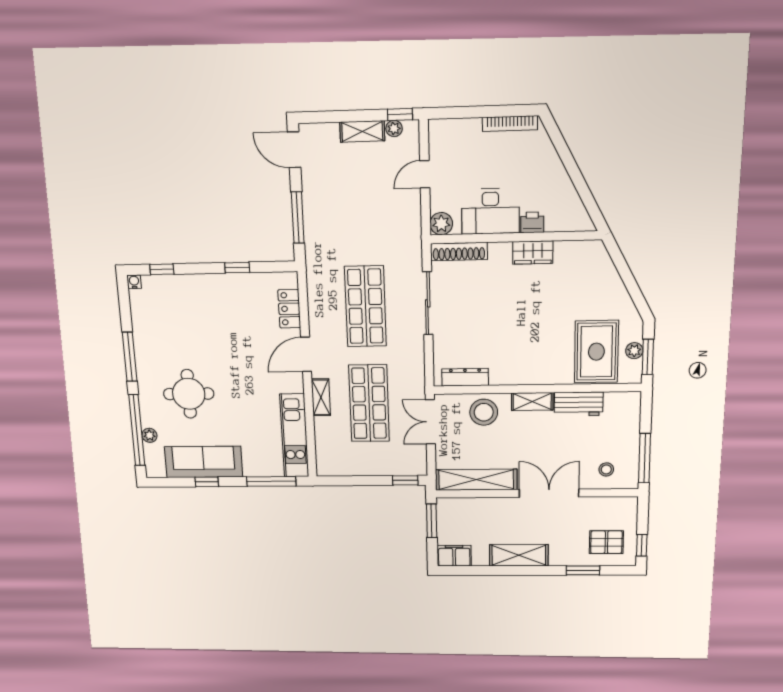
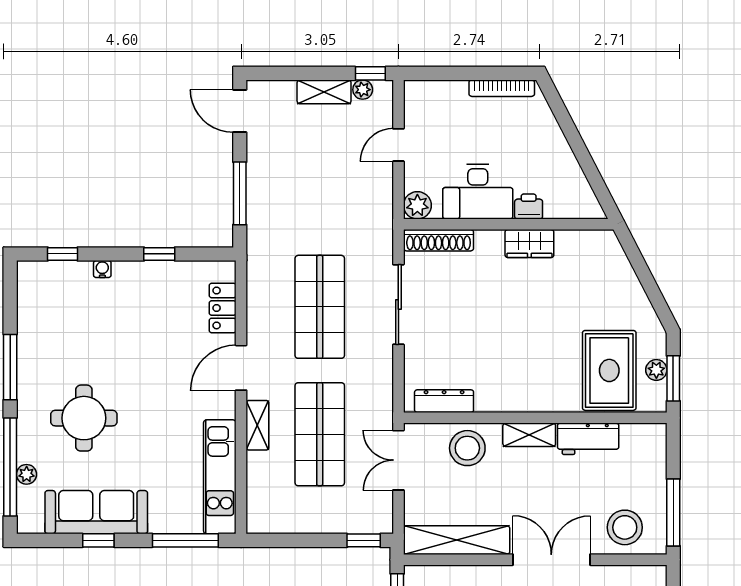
water cooler: (134, 282) -> (102, 269), moved
stool: (606, 469) -> (625, 527), width x1.89, depth x1.89

